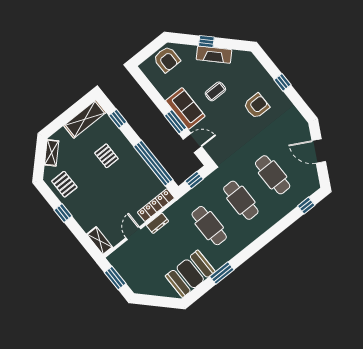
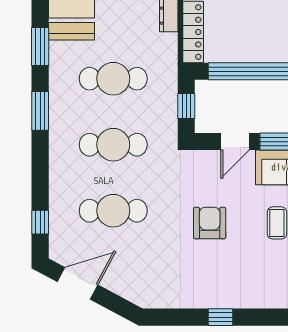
armchair: (257, 106) -> (210, 223), moved, turned 180
door: (319, 151) -> (78, 283), moved
window: (253, 248) -> (40, 111), added

